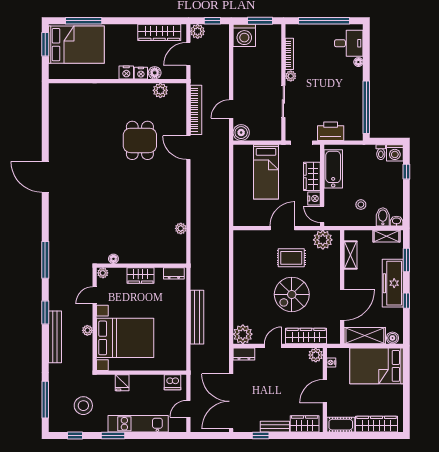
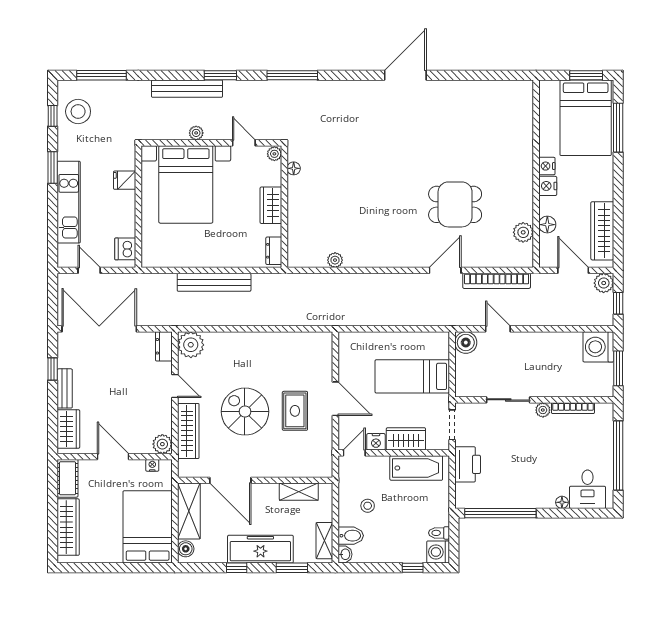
nightstand: (141, 73) -> (547, 166), moved
plant: (323, 240) -> (320, 454), removed
stool: (83, 406) -> (78, 111), moved

